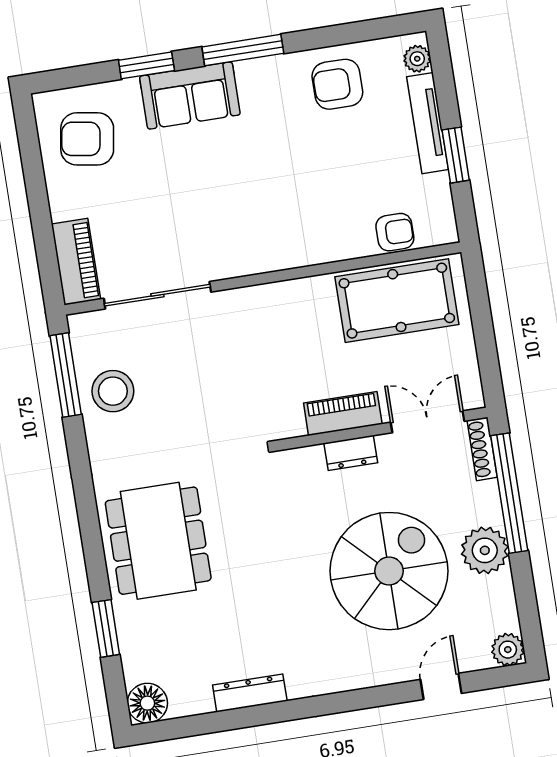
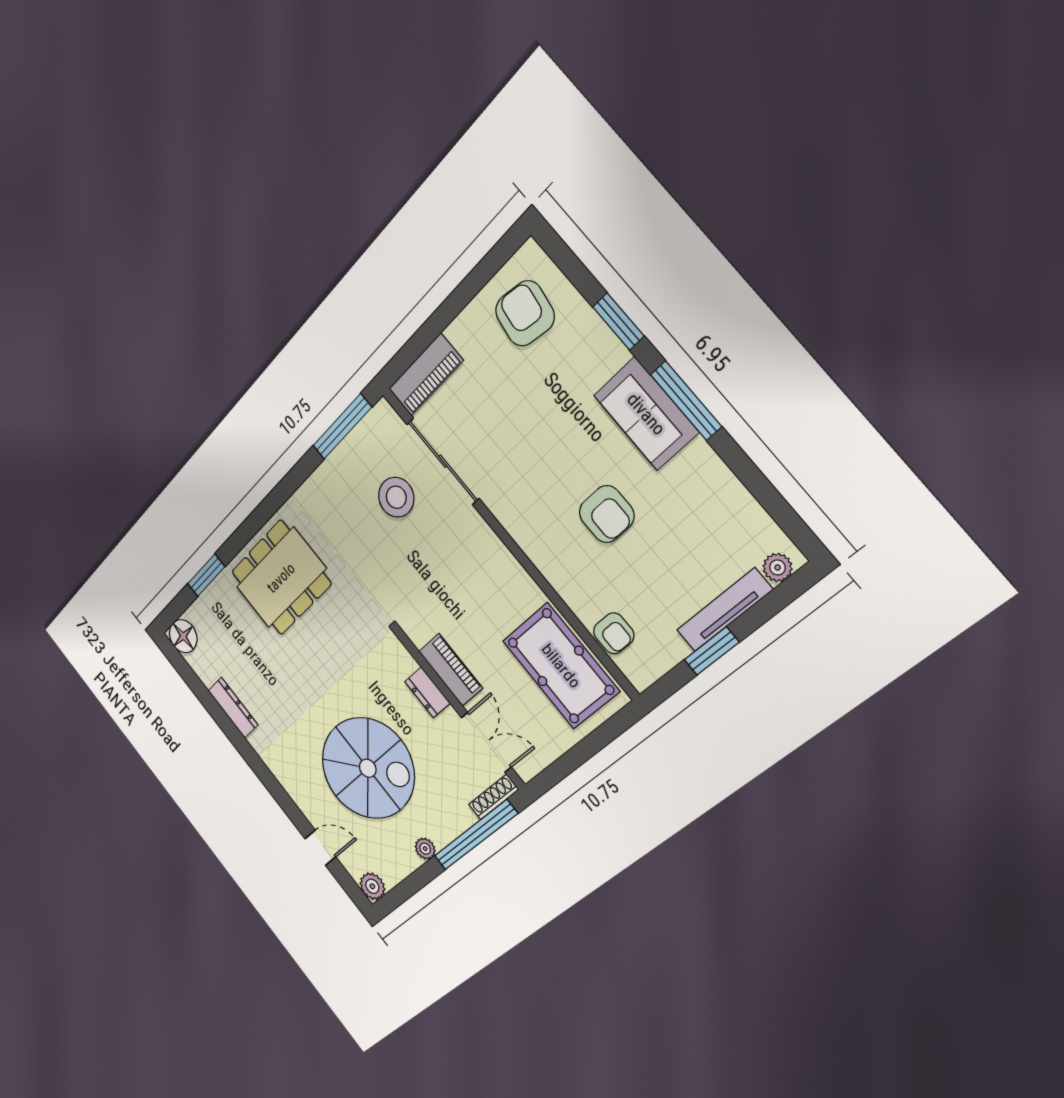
armchair: (337, 84) -> (607, 514), moved, turned 180
sofa: (190, 95) -> (646, 414), moved
stool: (113, 391) -> (396, 497), moved
plant: (485, 550) -> (425, 849), width x0.53, depth x0.53

